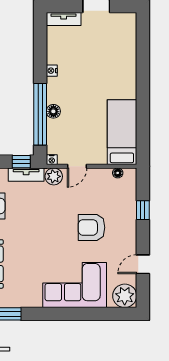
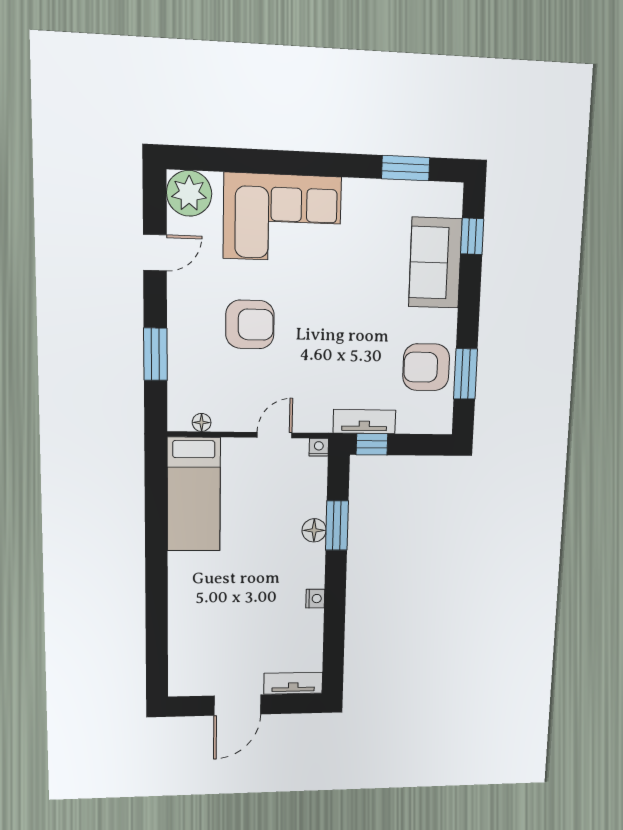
window: (40, 114) -> (337, 526), width x0.47
plant: (54, 176) -> (316, 418), removed
window: (143, 210) -> (155, 354), width x1.50

